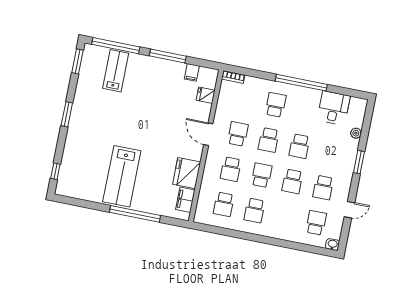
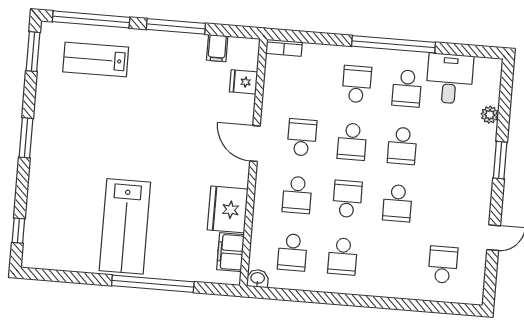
lab bench: (116, 71) -> (96, 59), turned -90
school desk: (323, 188) -> (407, 88), moved
washbasin: (332, 244) -> (258, 278), moved

